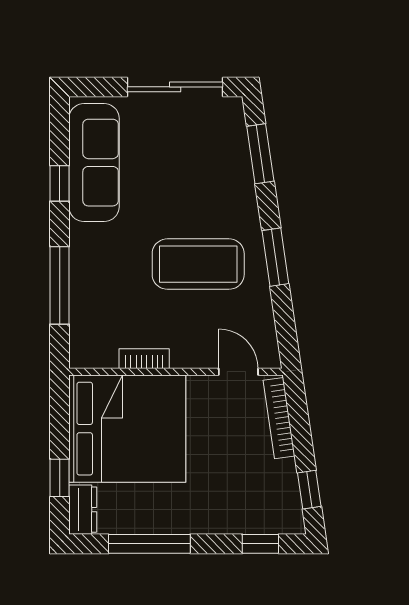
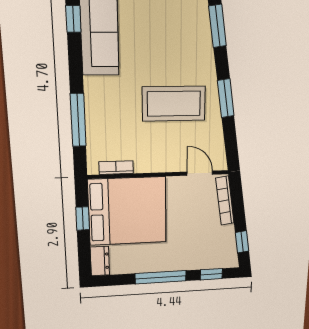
window: (60, 183) -> (73, 19), moved
bookcase: (144, 359) -> (116, 168), moved
window: (60, 478) -> (83, 218), moved
window: (149, 544) -> (161, 277), moved

